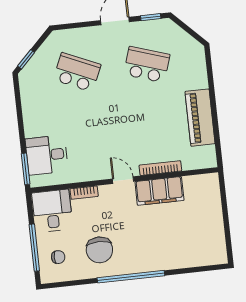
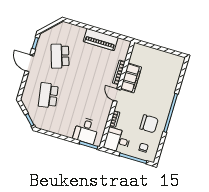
school desk: (147, 65) -> (60, 56), turned -36
school desk: (77, 72) -> (48, 95), turned -33
door: (123, 180) -> (117, 95), hinge flipped

